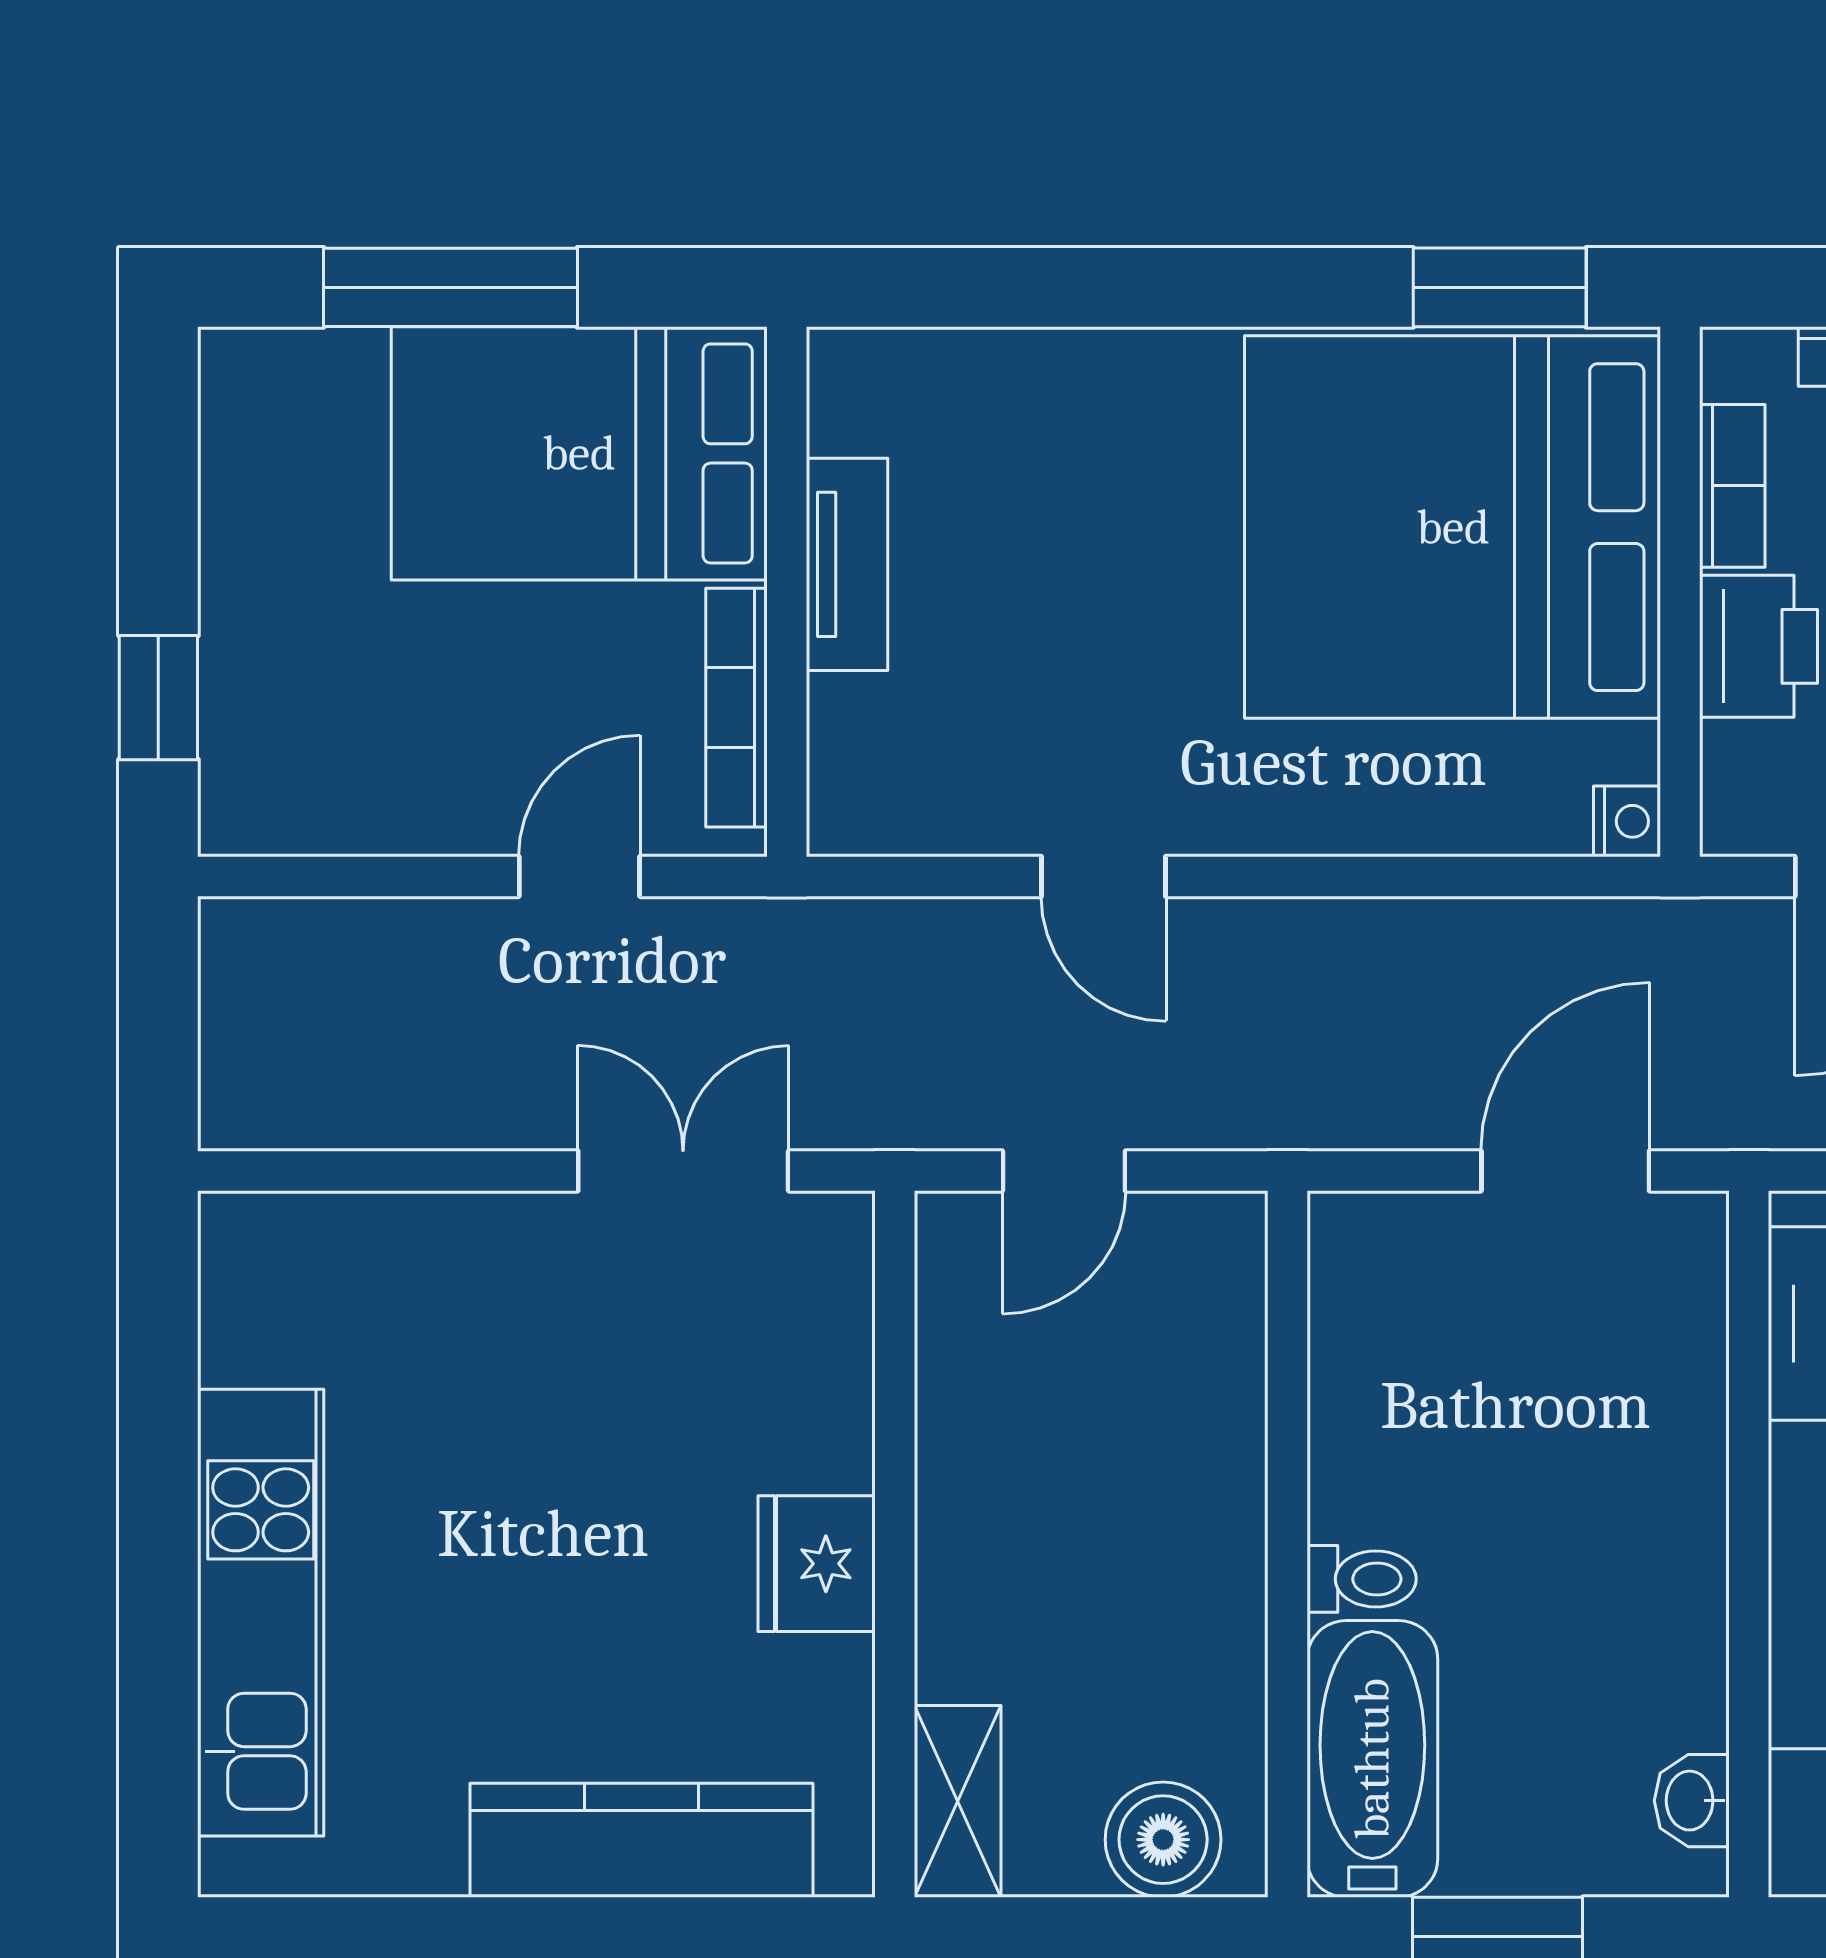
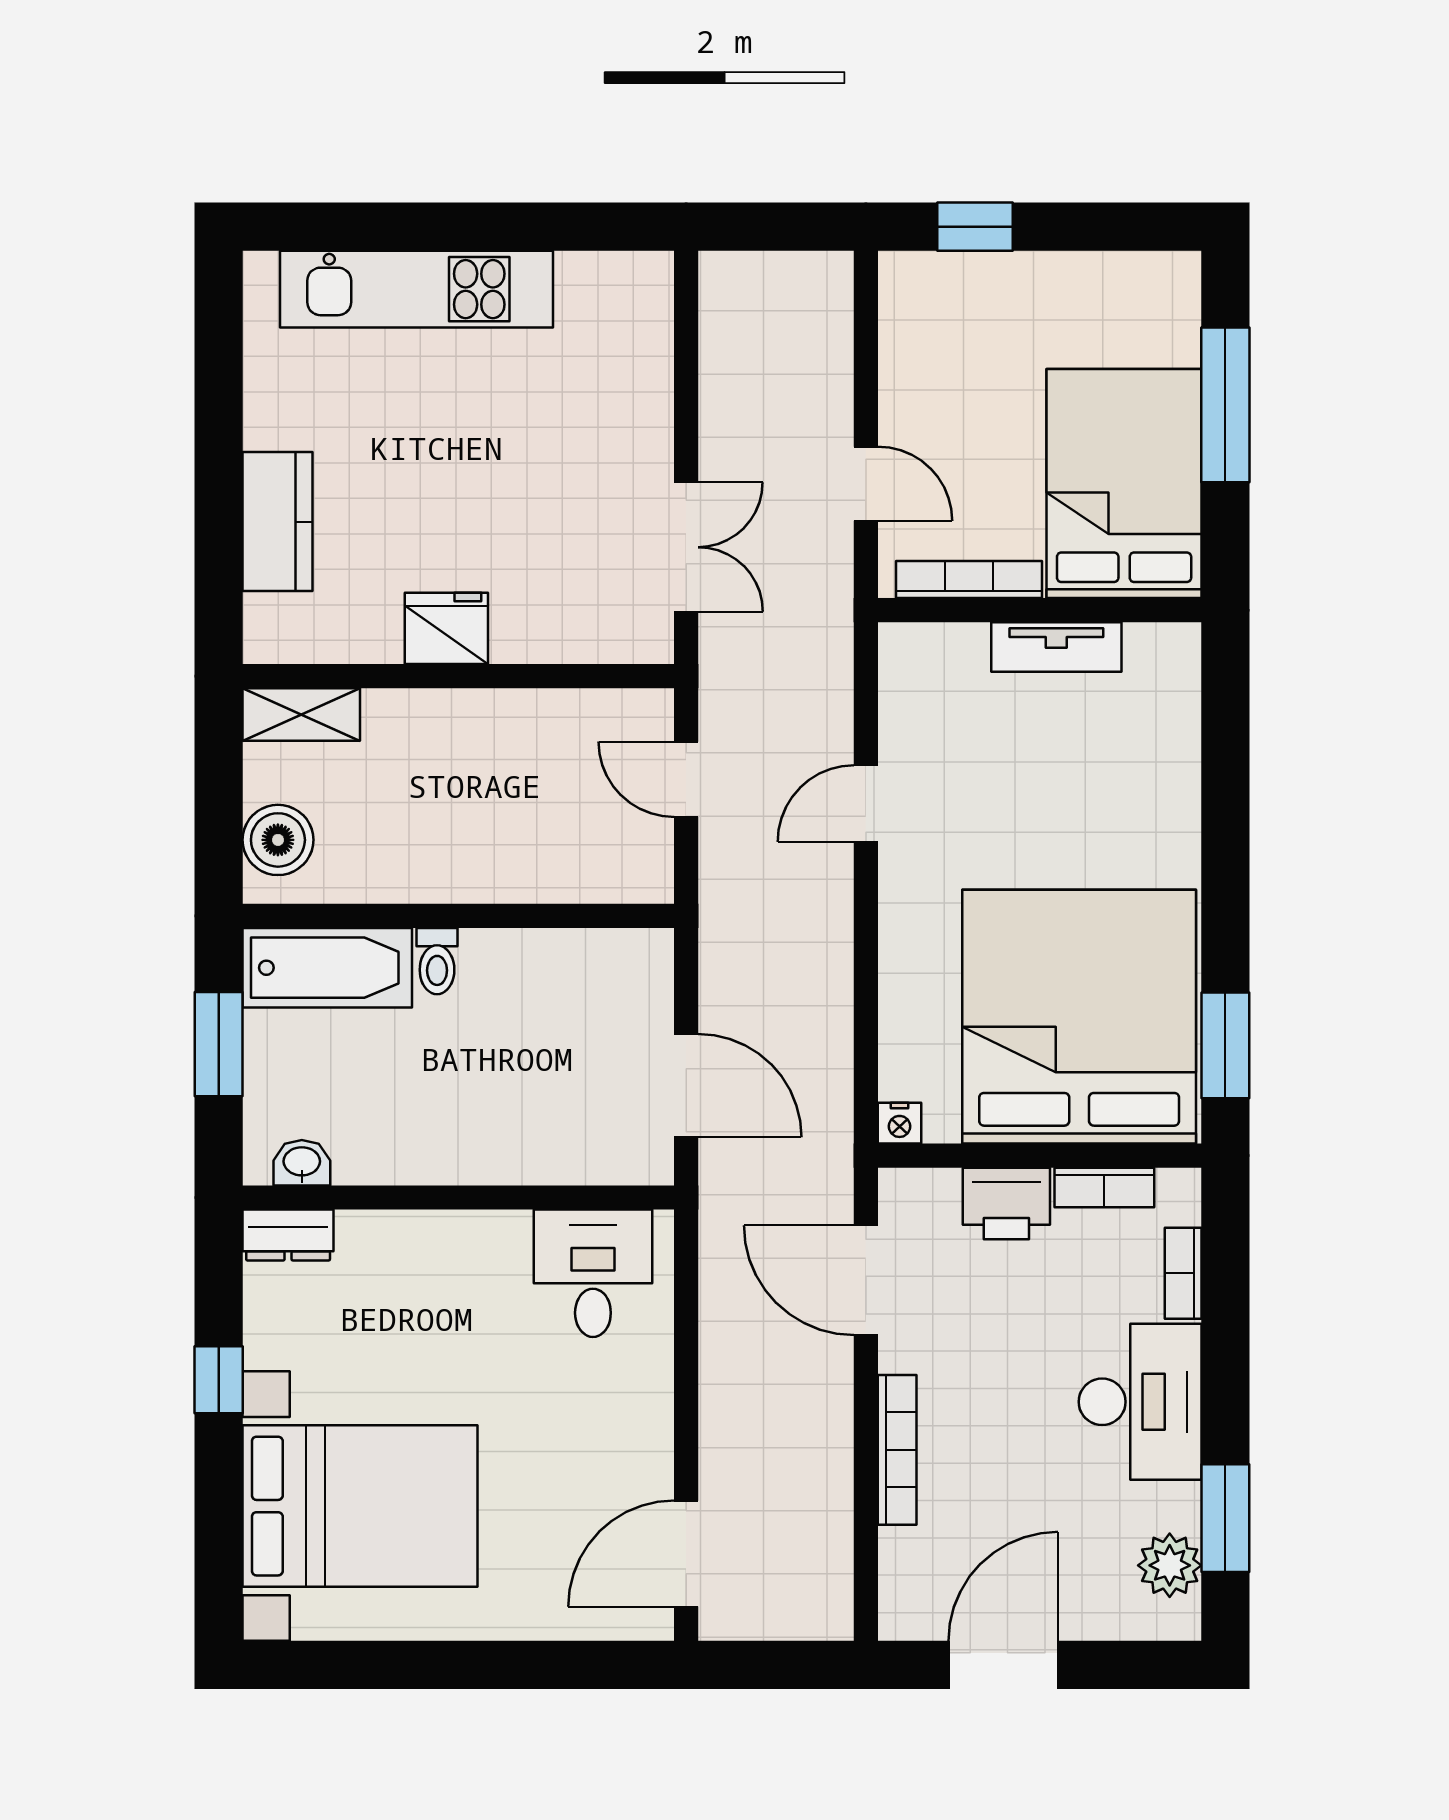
kitchen counter: (641, 1840) -> (278, 522), width x0.67

